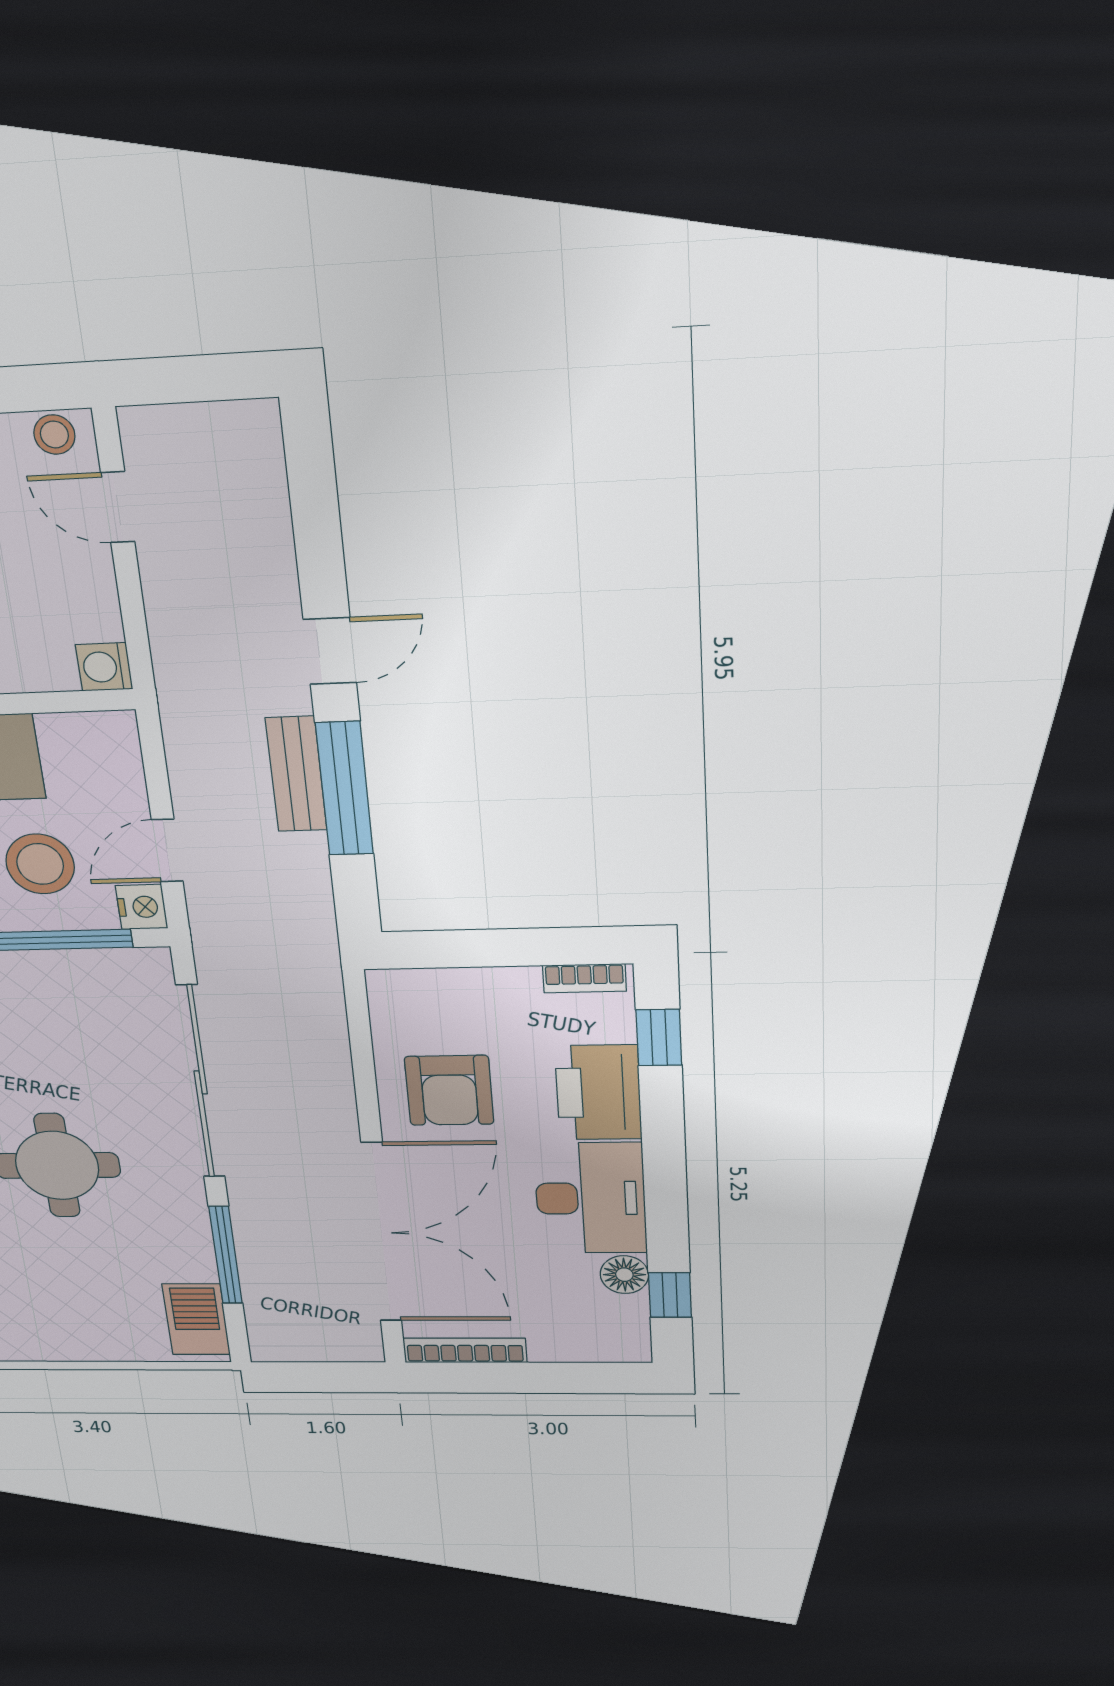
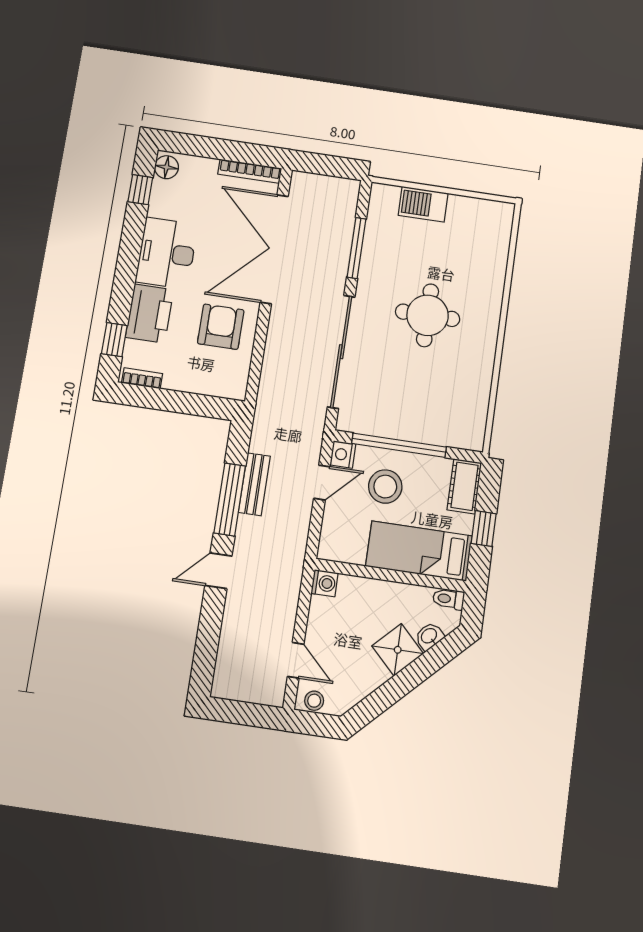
bench: (296, 774) -> (254, 484), moved
floor lamp: (624, 1275) -> (167, 167), moved
barbecue: (196, 1319) -> (423, 204), moved, turned 90

